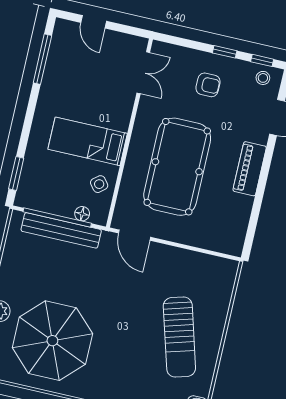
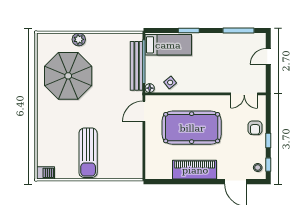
armchair: (208, 85) -> (255, 128), moved
bed: (88, 141) -> (168, 45), moved, turned 90
piano: (250, 169) -> (195, 170), width x1.37, depth x1.33
window: (16, 174) -> (189, 30), moved
floor lamp: (82, 214) -> (150, 88), moved
sun lounger: (179, 337) -> (88, 153), turned -74

